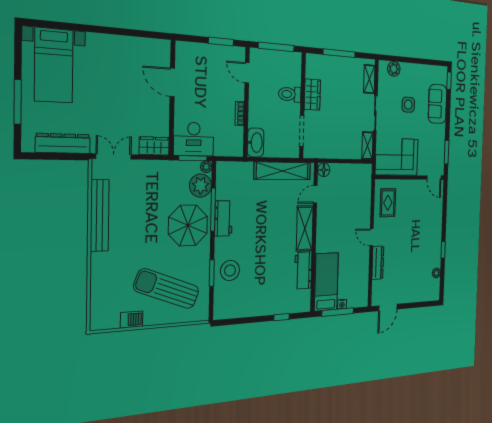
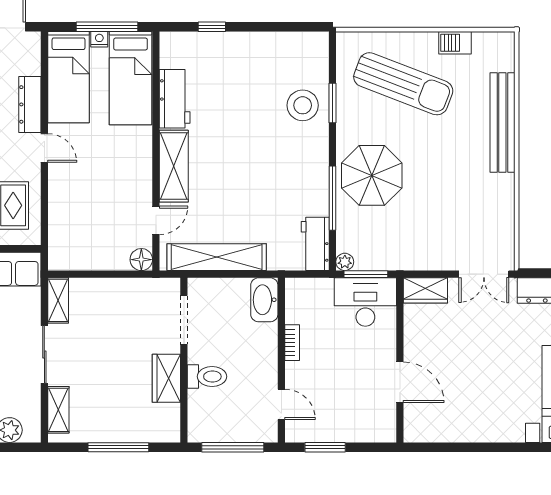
plant: (201, 186) -> (353, 234), removed
bench: (100, 215) -> (502, 123), moved
workbench: (223, 218) -> (315, 244), moved
bed: (358, 280) -> (69, 77), added

